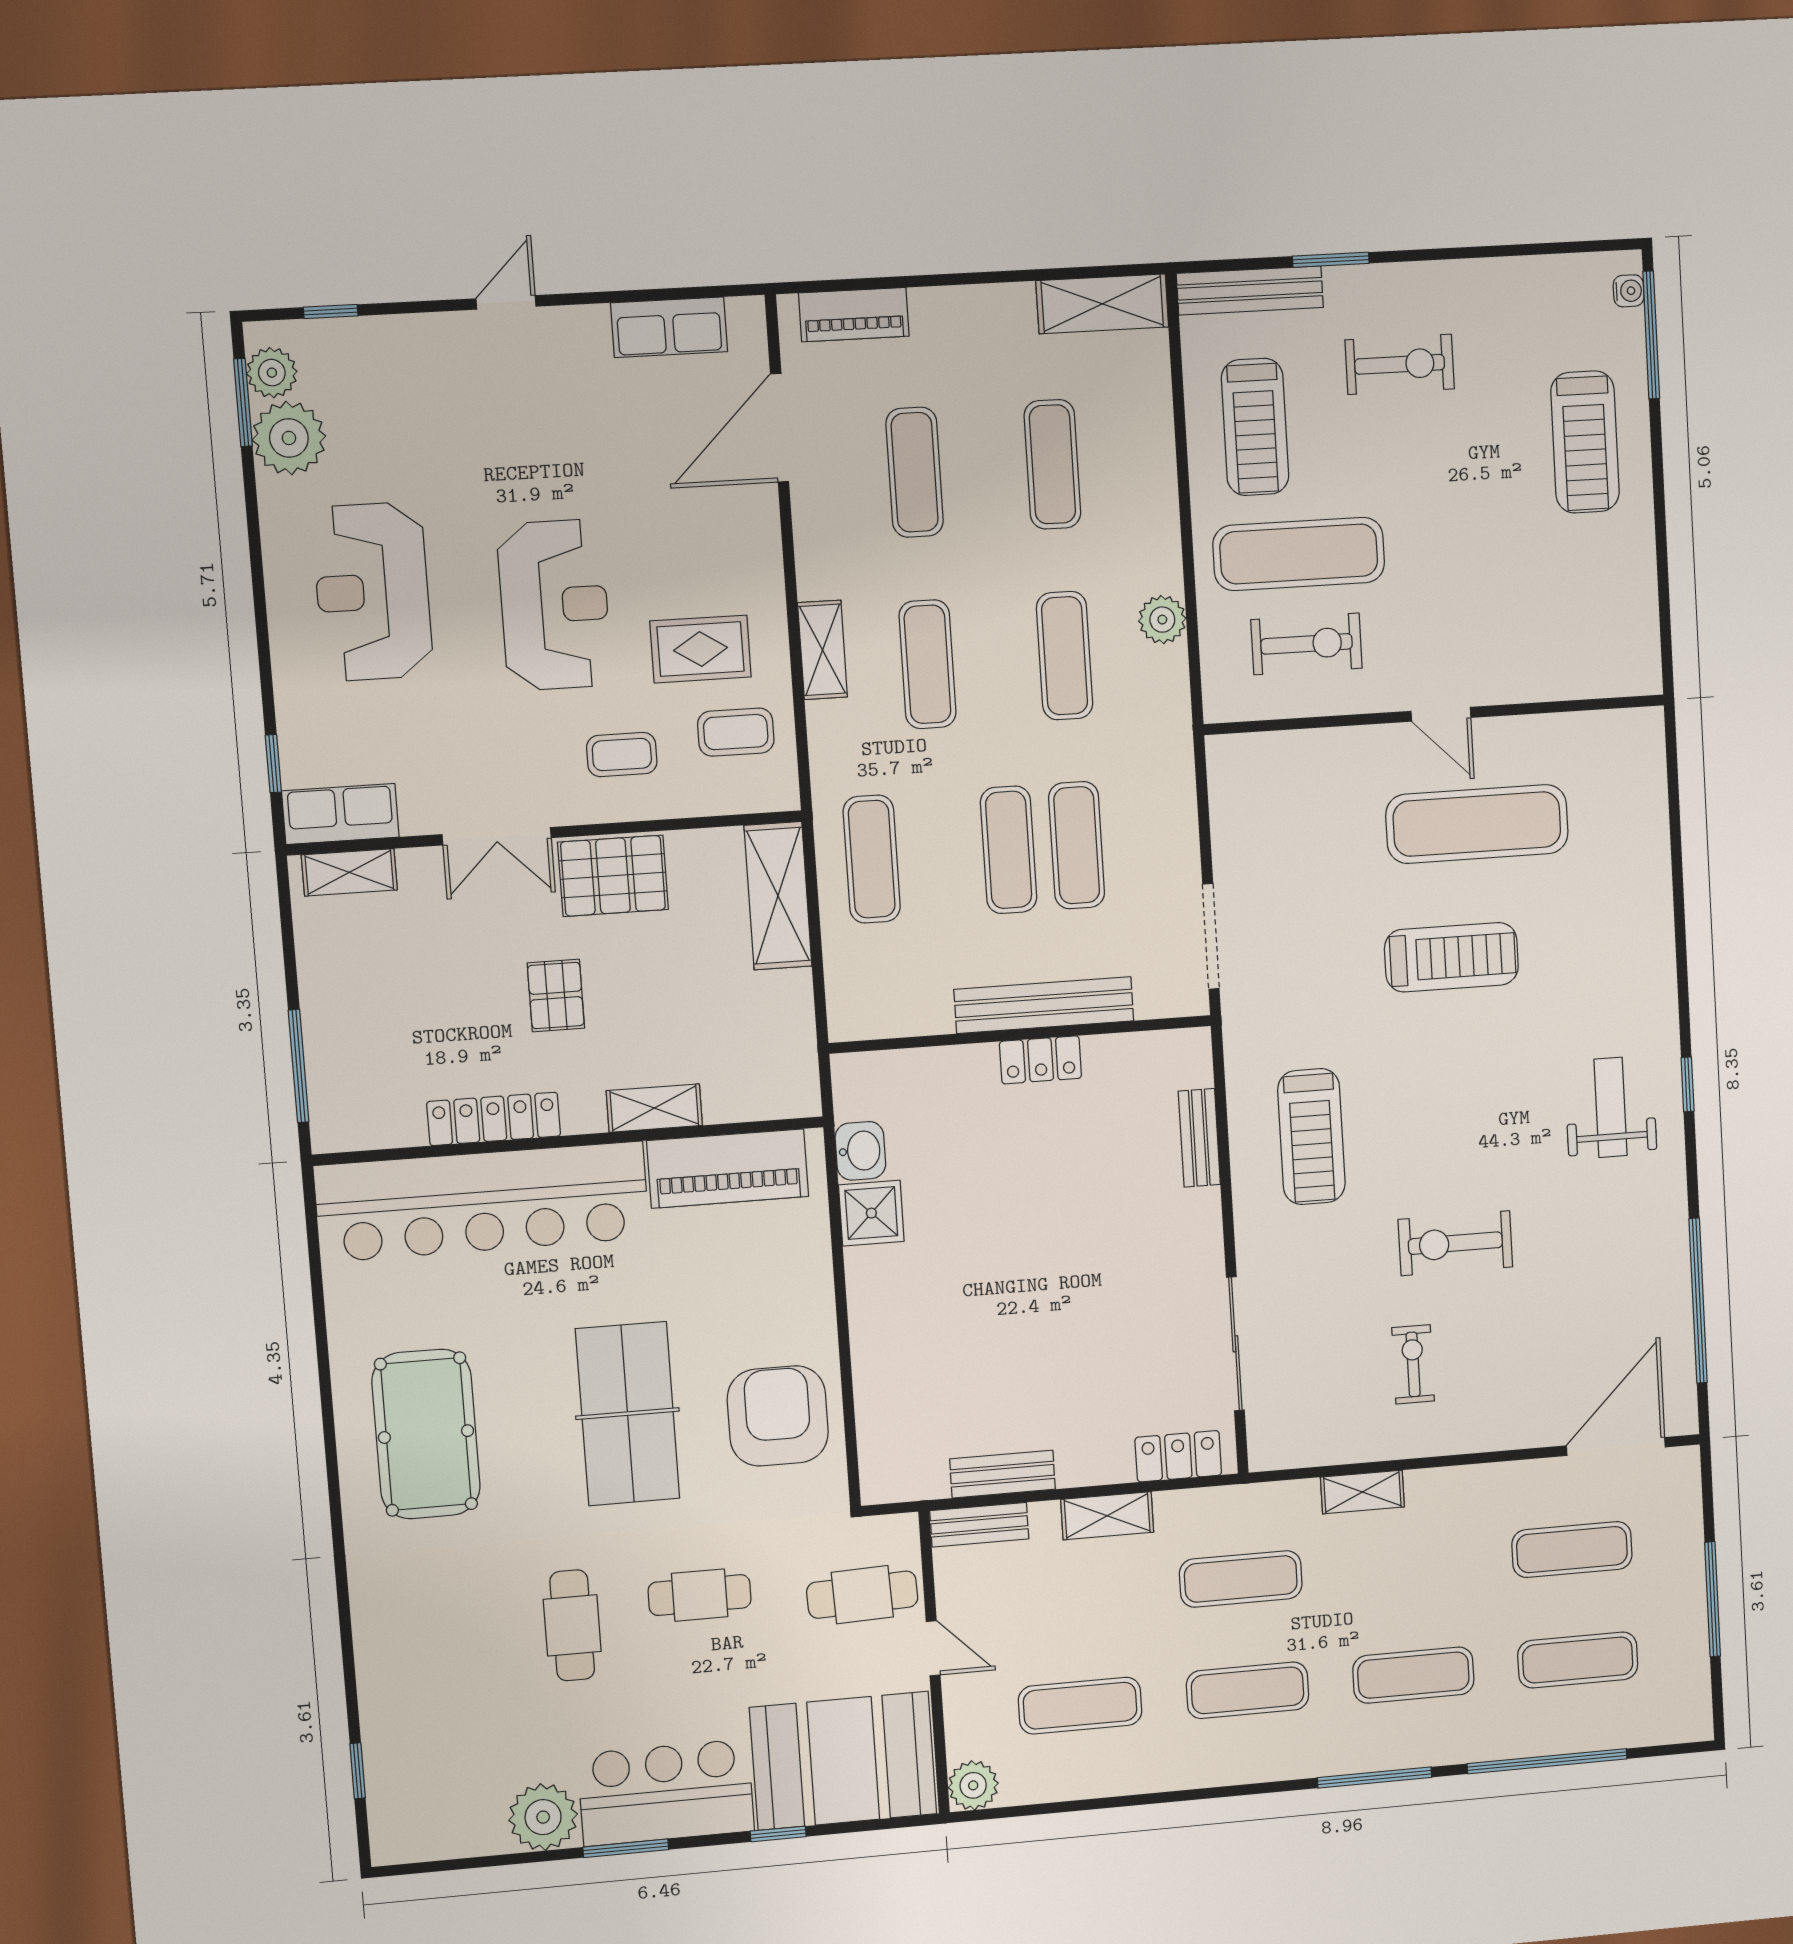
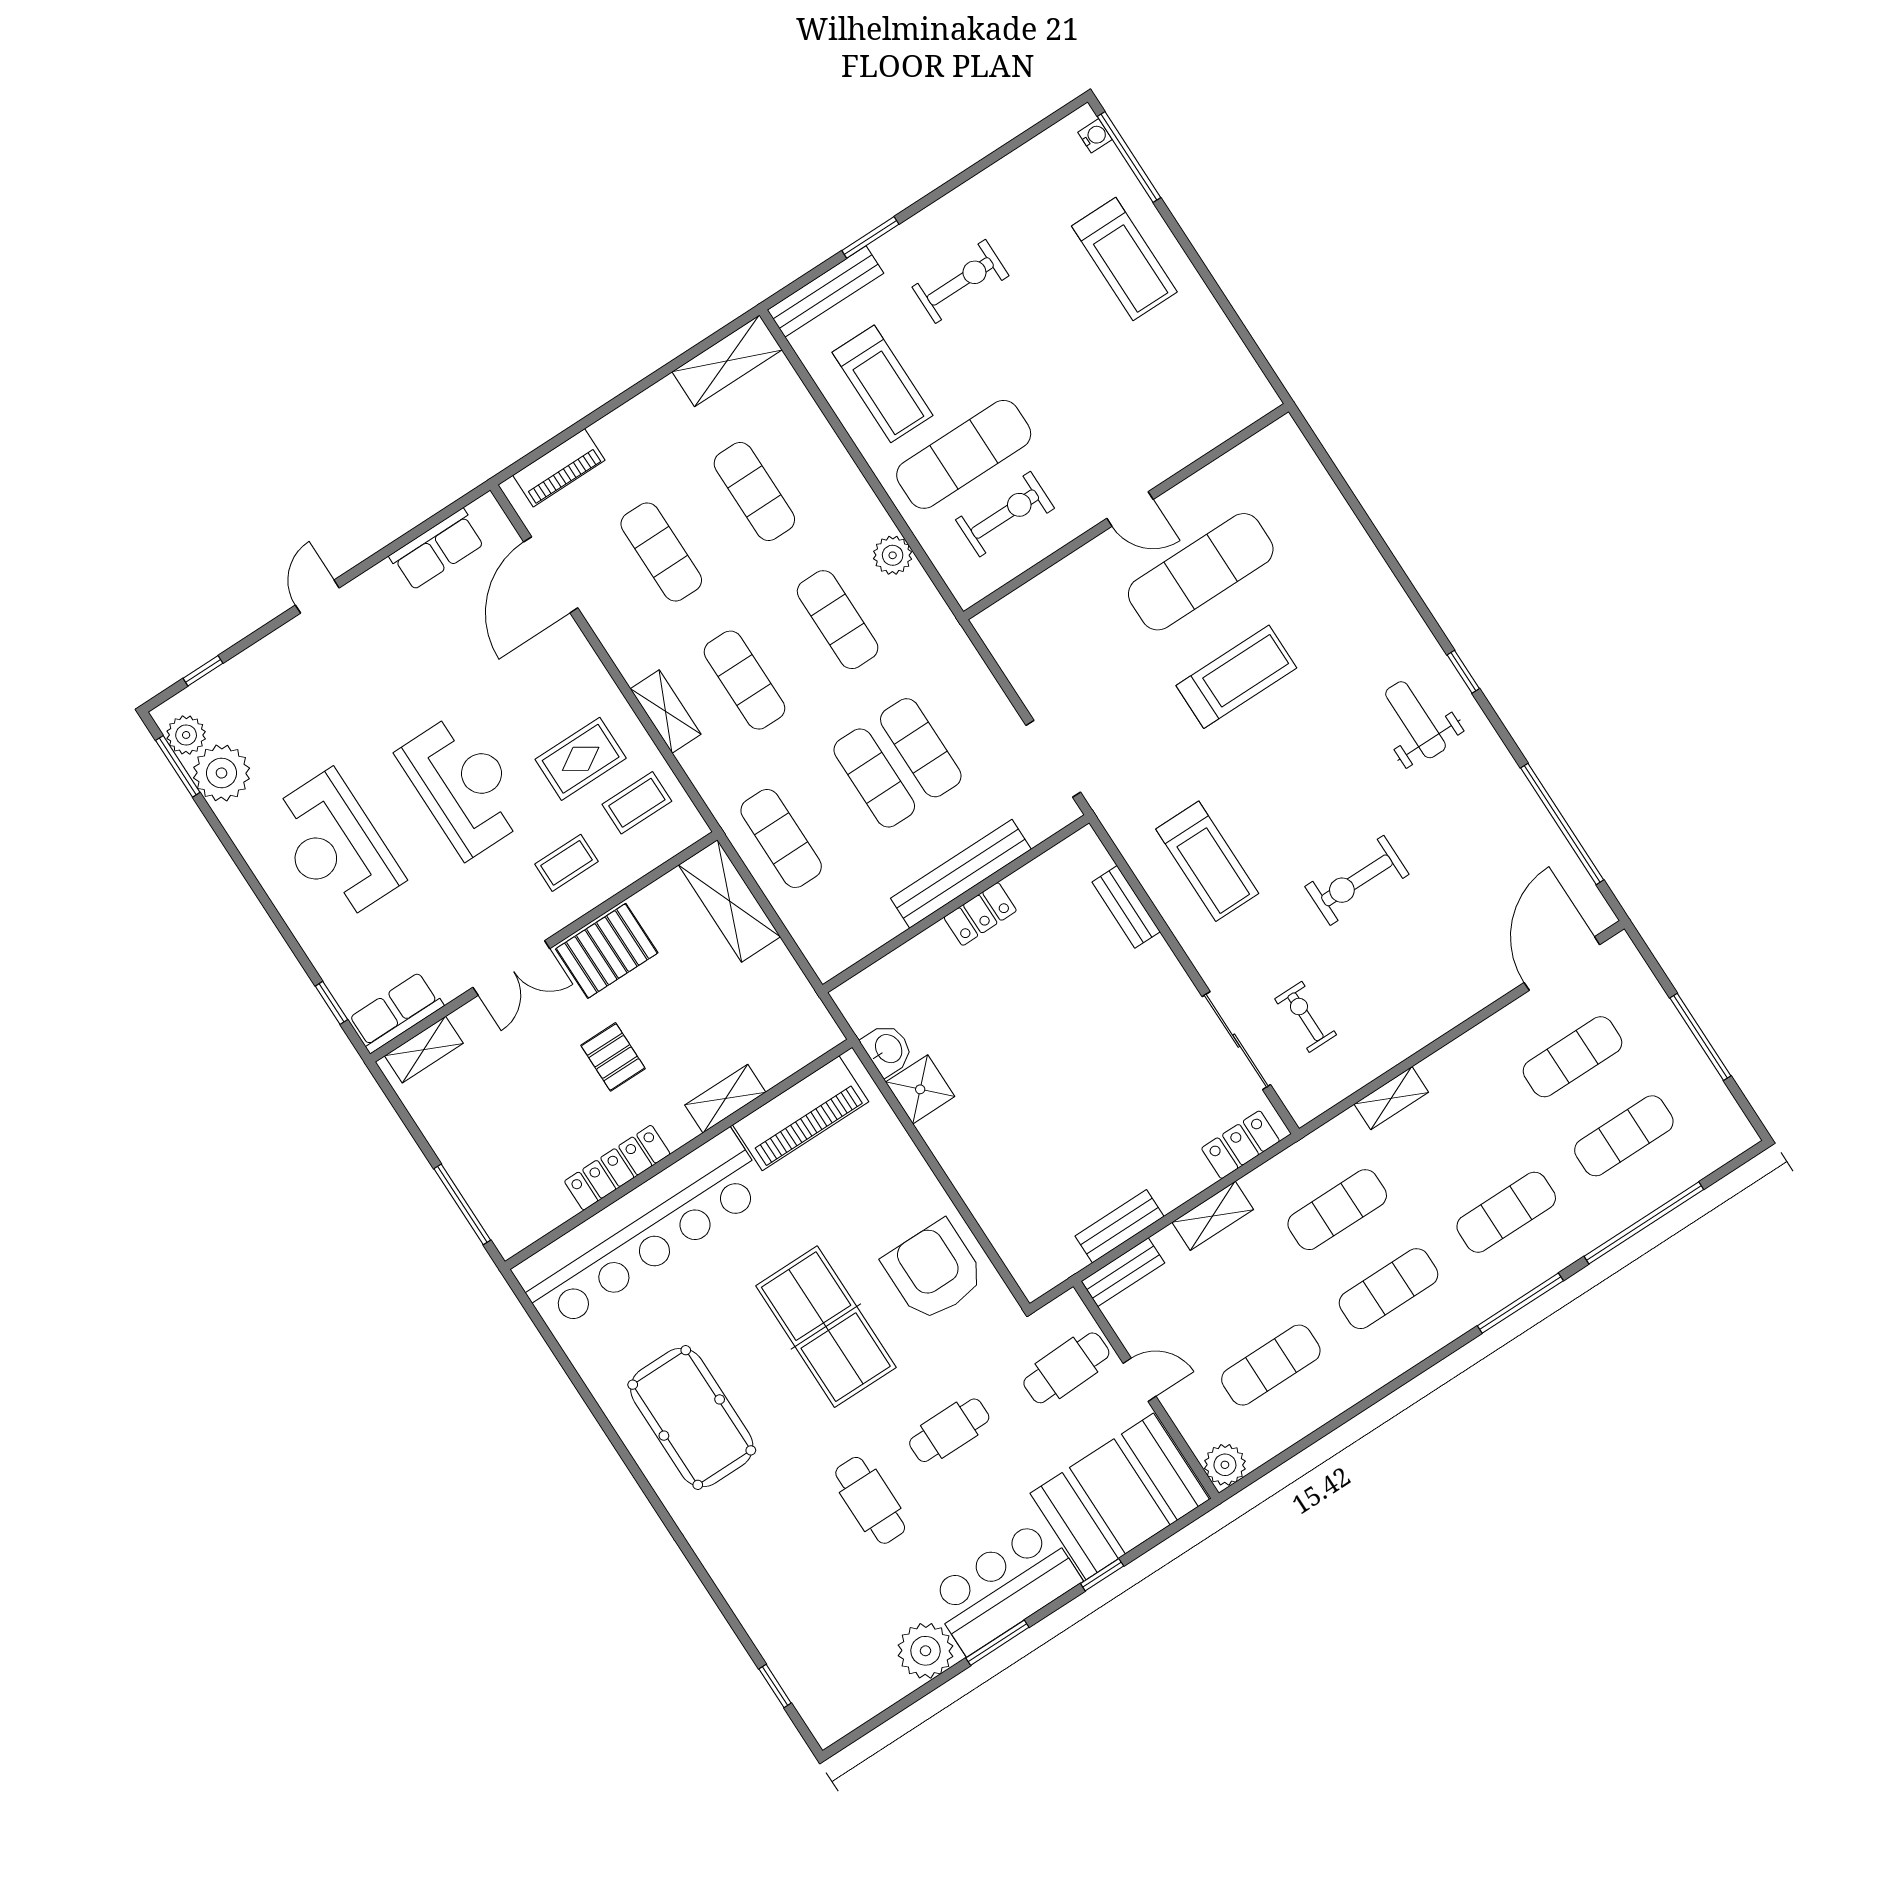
exercise bike: (1413, 1364) -> (1306, 1017), moved

